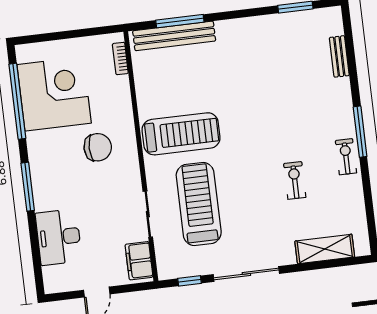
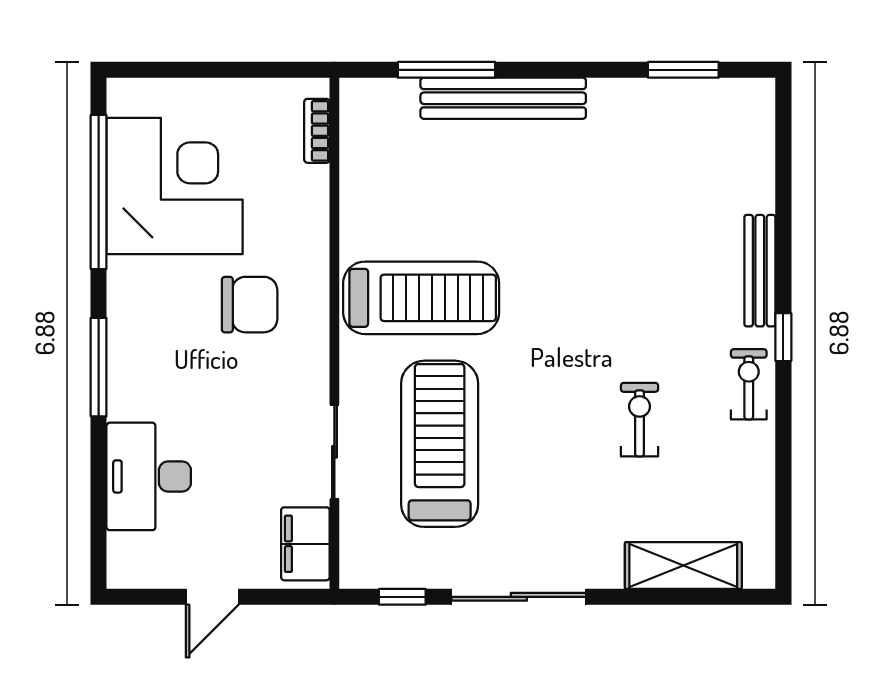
bench: (174, 36) -> (503, 98), moved
bench: (339, 56) -> (760, 271), moved, width x1.36
window: (360, 132) -> (783, 337), width x0.46

